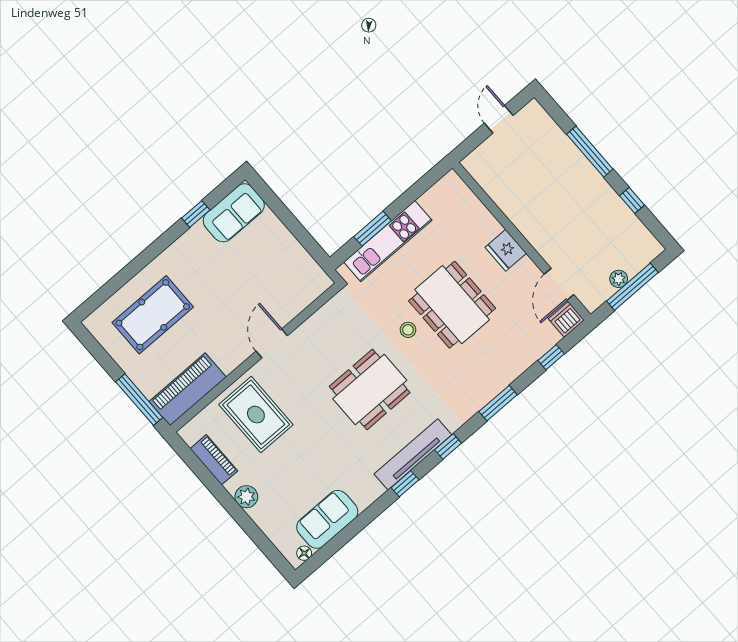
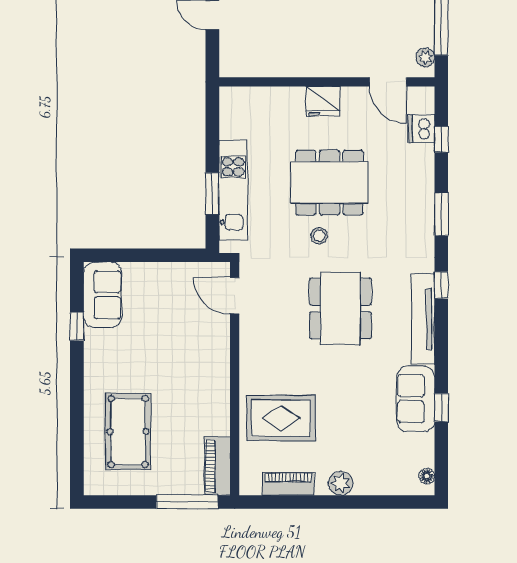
plant: (619, 279) -> (425, 57), moved
dishwasher: (566, 319) -> (421, 129), moved
door: (272, 343) -> (235, 296), moved
piano: (188, 389) -> (217, 466), width x0.73, depth x0.75
window: (405, 484) -> (441, 407), moved
sofa: (327, 519) -> (416, 399), moved

